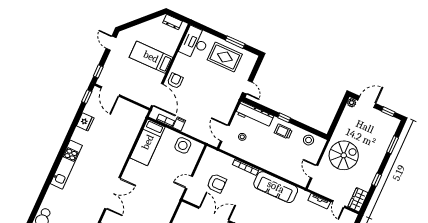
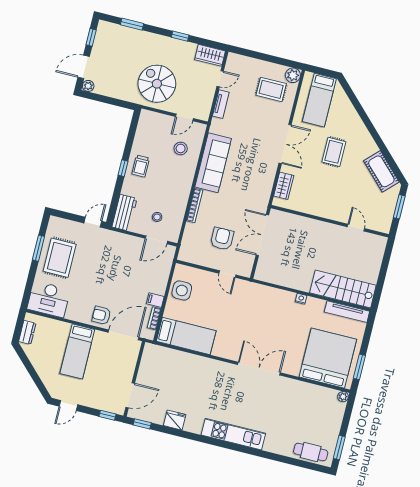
door: (367, 102) -> (84, 67), hinge flipped
workbench: (255, 115) -> (124, 213), width x0.73
stool: (309, 140) -> (181, 148), moved

